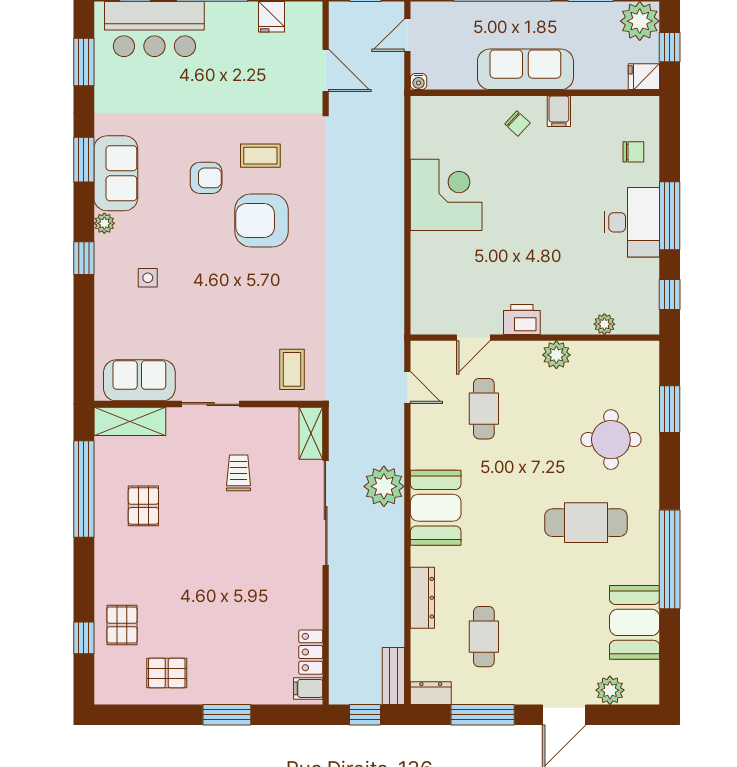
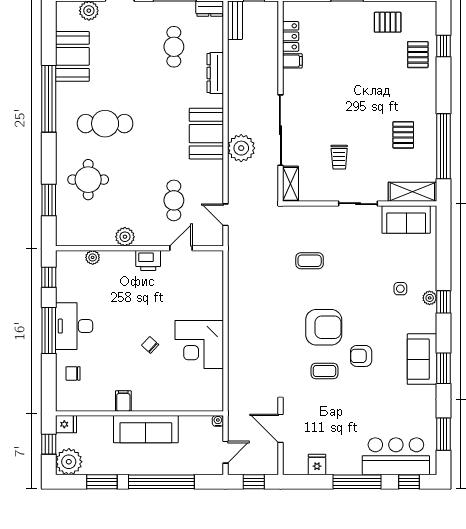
chair: (517, 123) -> (150, 345), moved
plant: (104, 223) -> (430, 298), moved
coffee table: (292, 369) -> (310, 261), moved, turned 90
filing cabinet: (308, 688) -> (292, 61), moved

